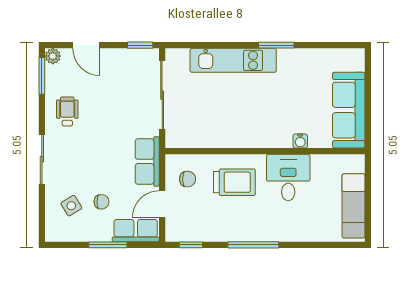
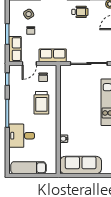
desk: (288, 177) -> (22, 136), moved, turned 180
door: (162, 204) -> (29, 63), swing flipped

